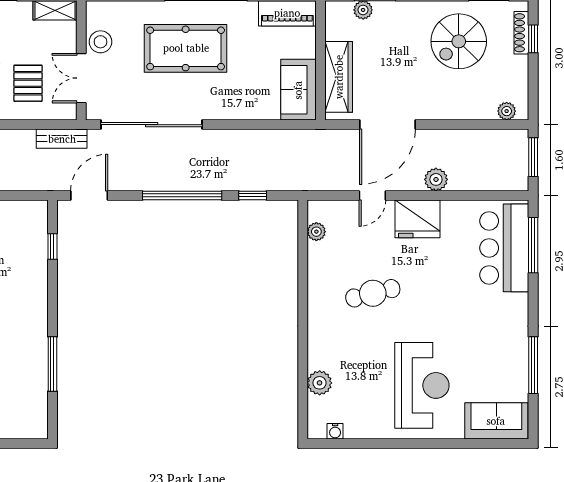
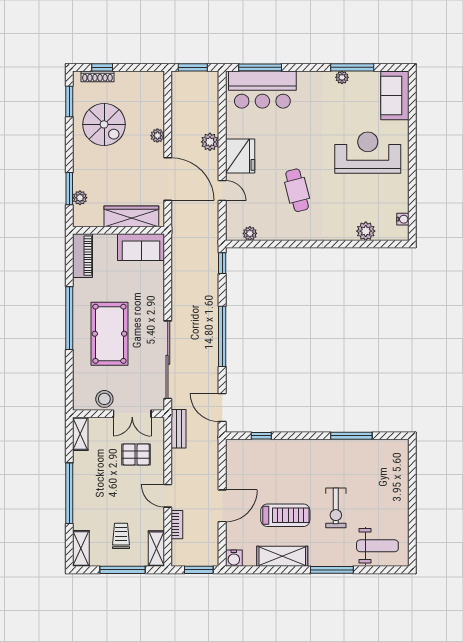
plant: (507, 111) -> (157, 136), moved
window: (253, 195) -> (222, 263), moved
plant: (520, 352) -> (342, 77), added

